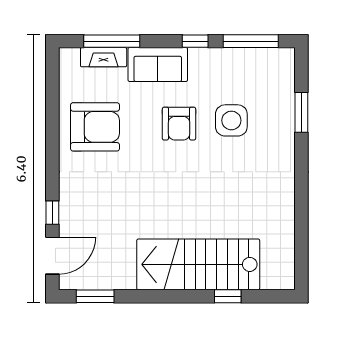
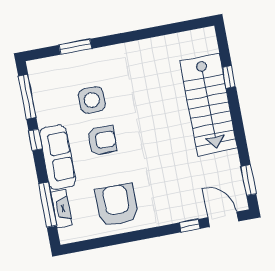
sofa: (158, 64) -> (57, 157), width x1.36

